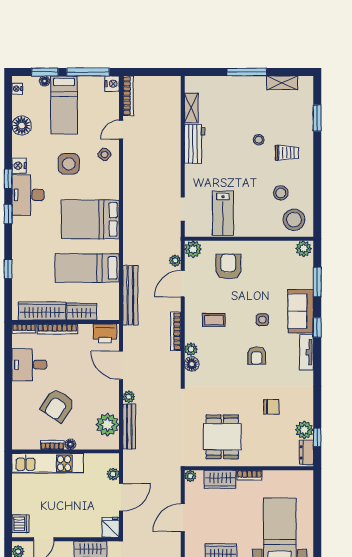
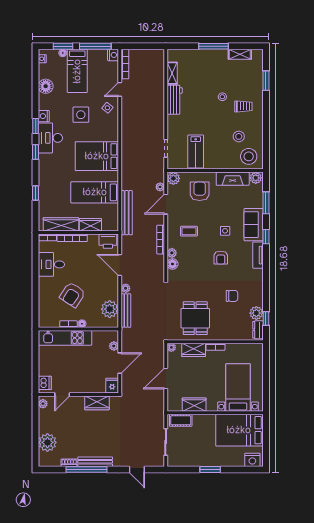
fireplace: (273, 250) -> (233, 179), added

